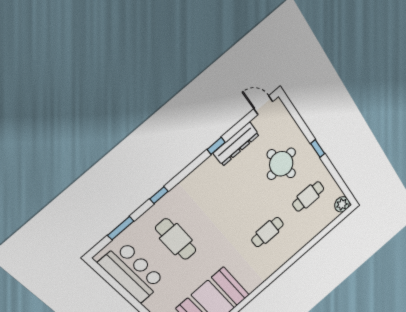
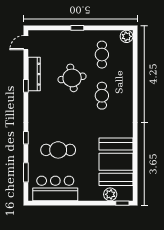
round table: (281, 164) -> (72, 78), moved

